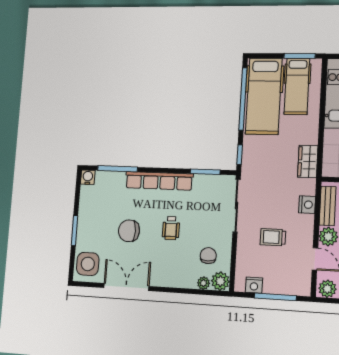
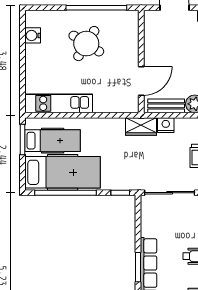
wardrobe: (308, 162) -> (141, 127), moved
window: (205, 172) -> (138, 267), moved

